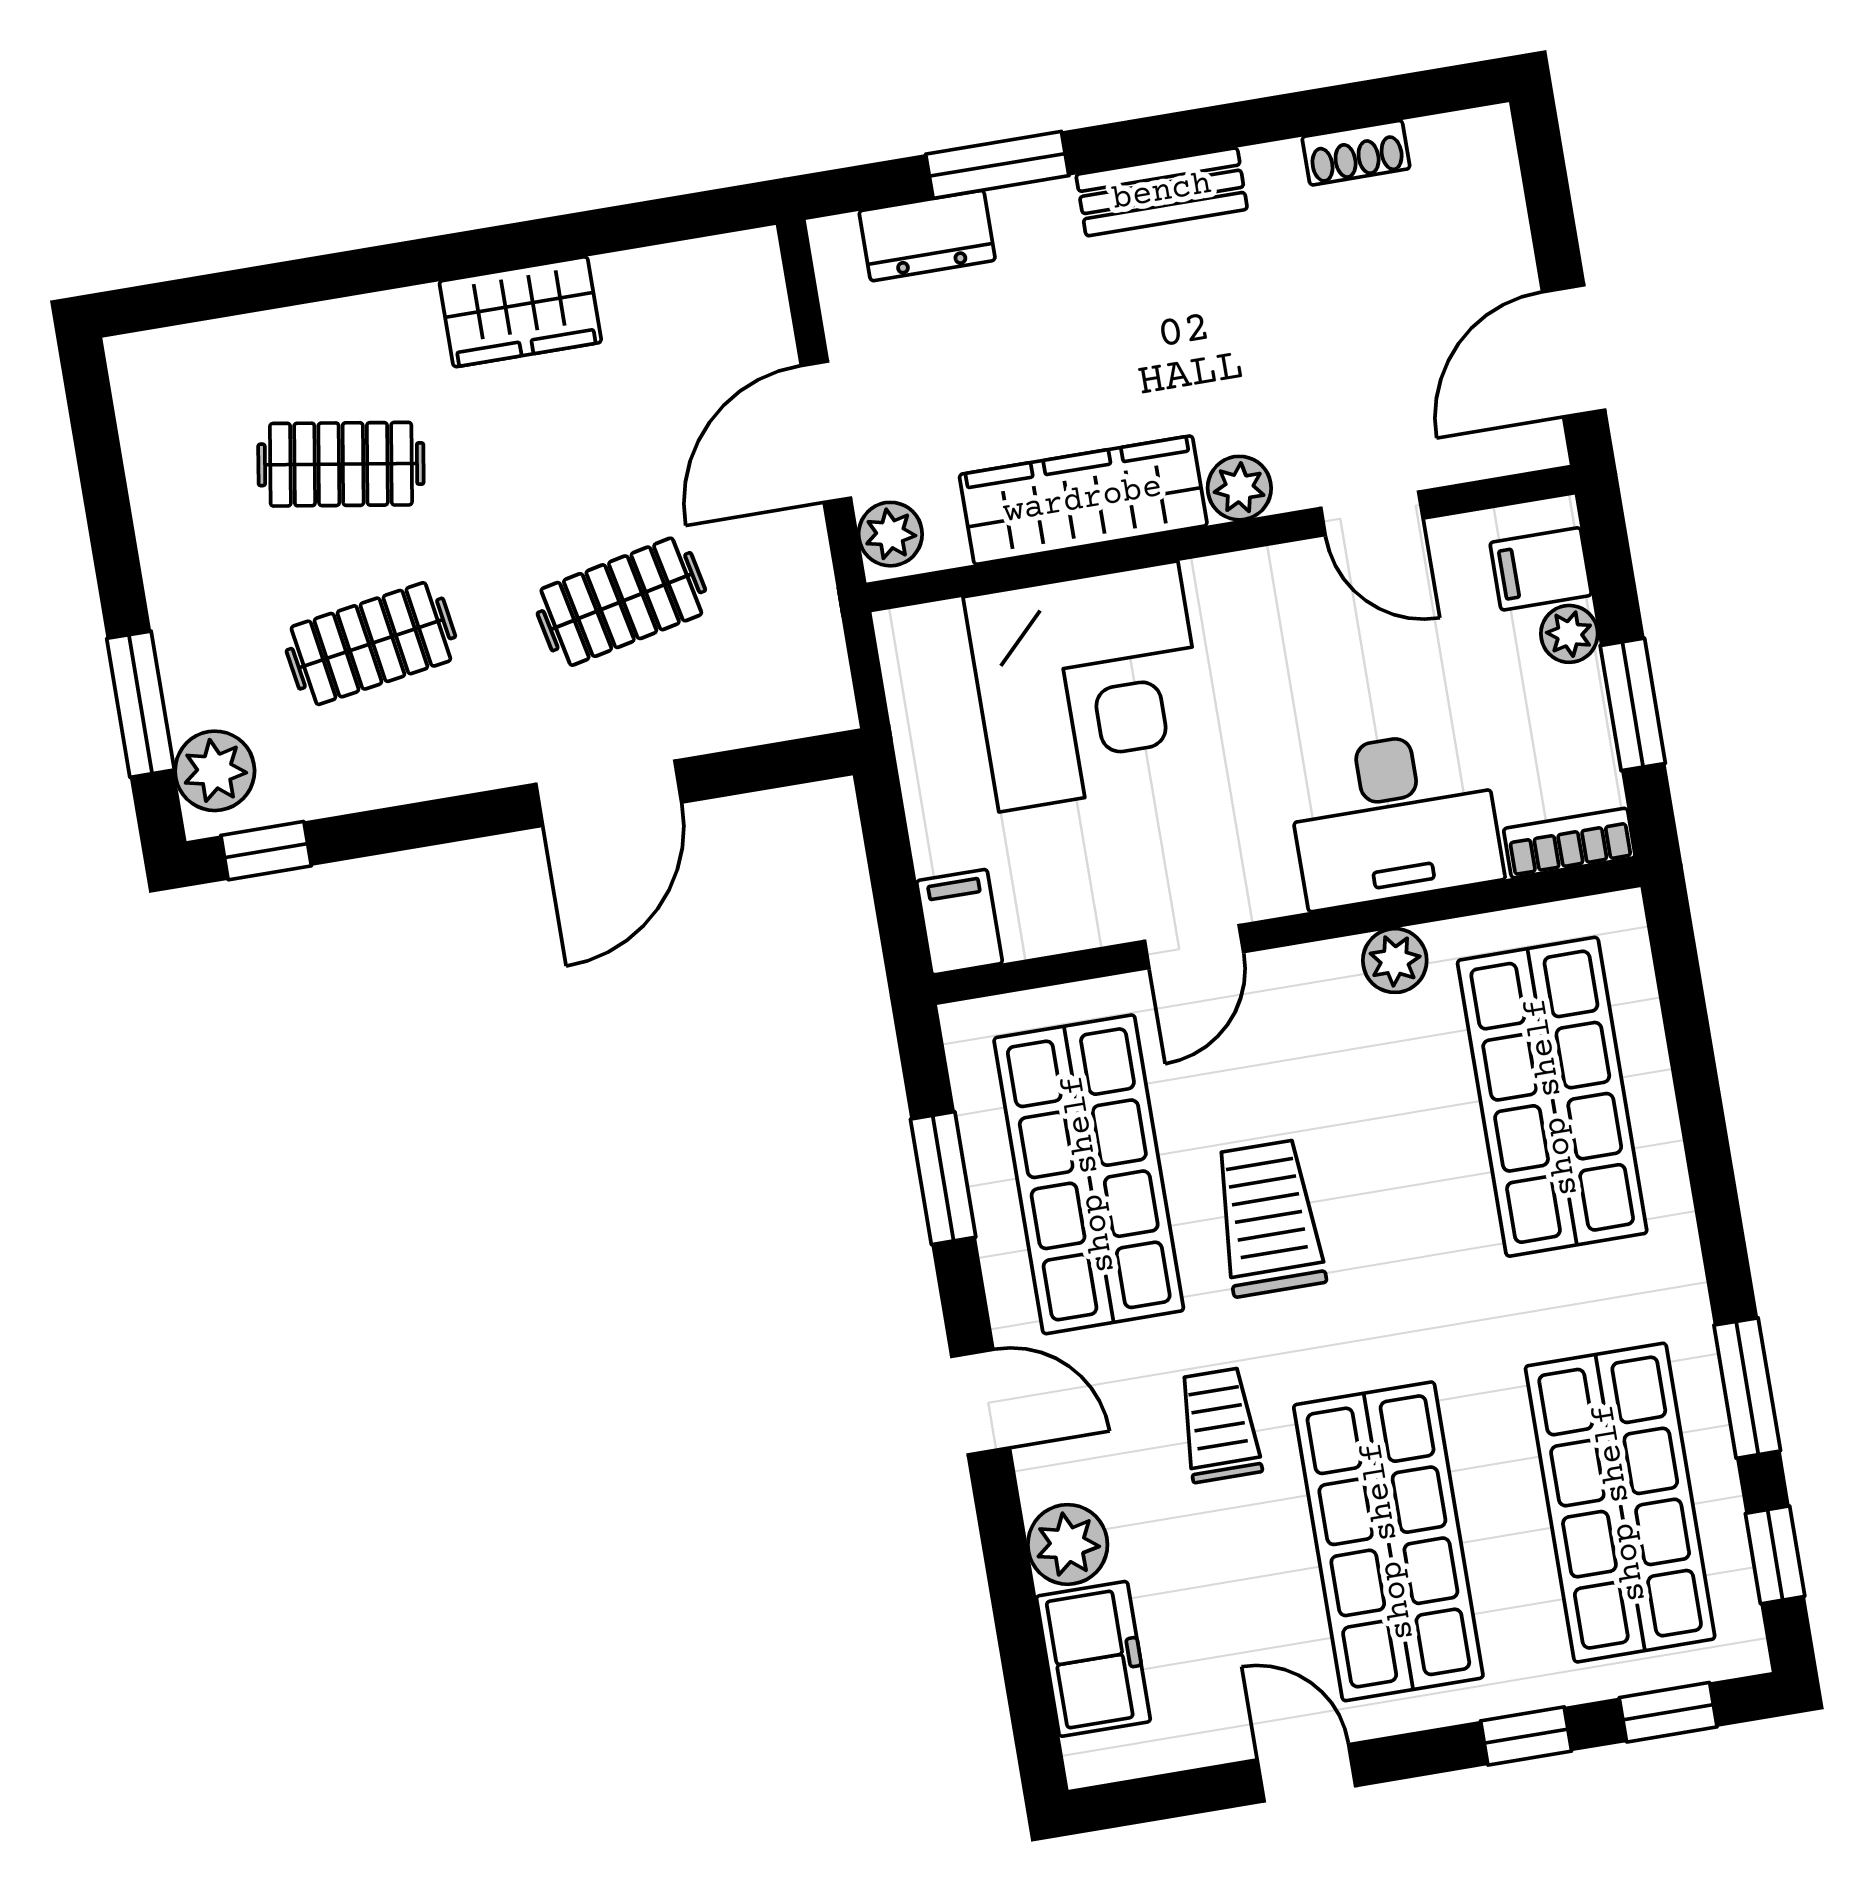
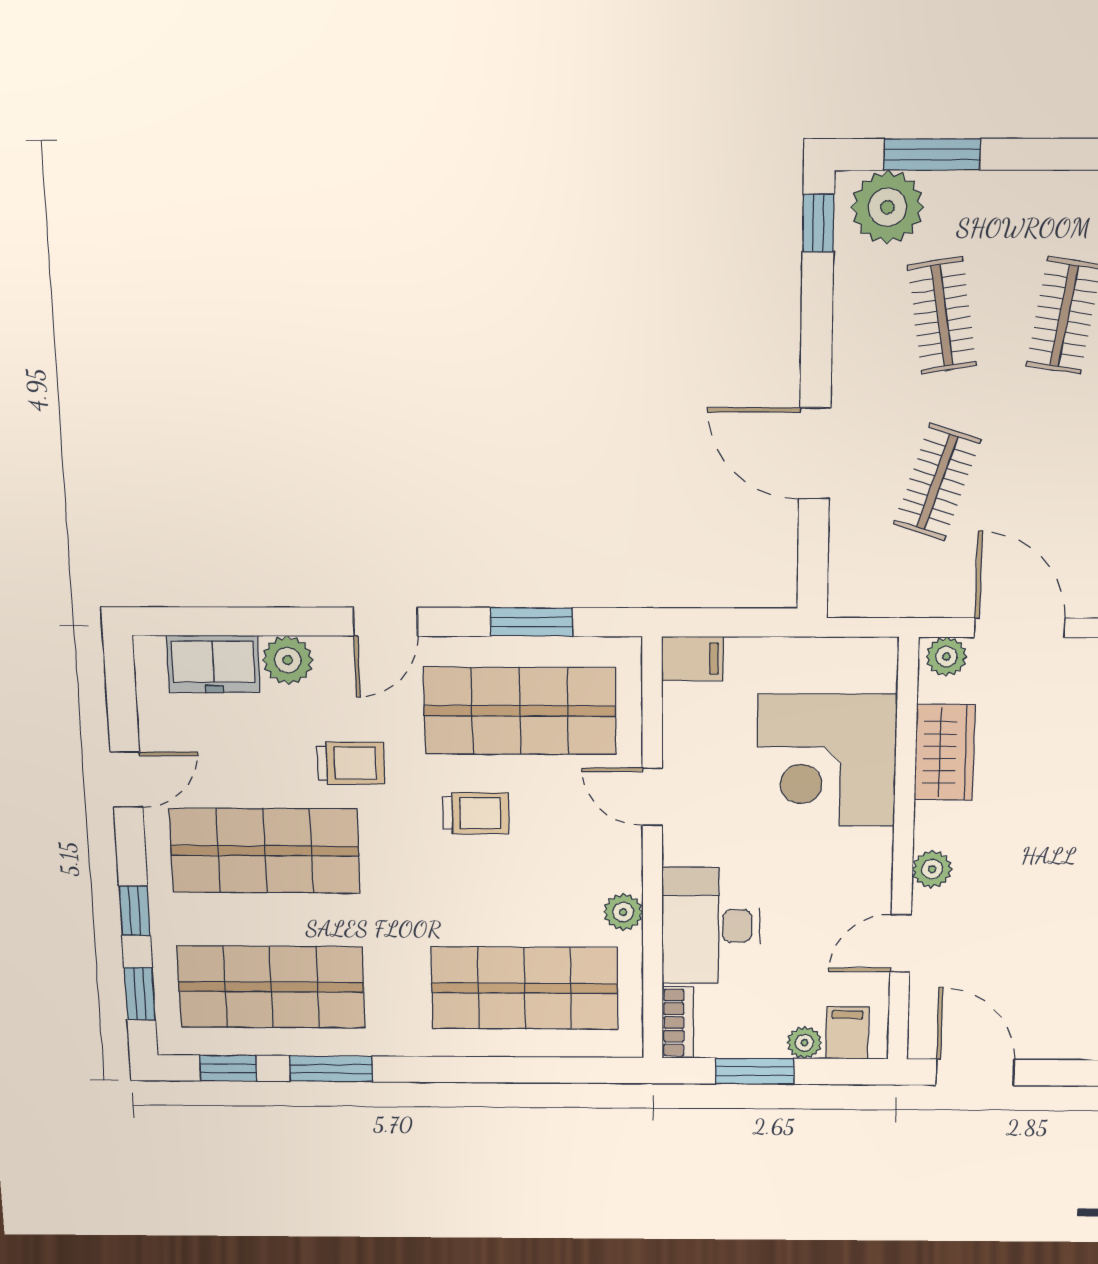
wardrobe: (1083, 500) -> (944, 752), width x0.67
clothes rail: (621, 602) -> (937, 482), turned 30
plant: (215, 771) -> (887, 207), width x1.36, depth x1.36
trolley: (1269, 1218) -> (476, 813), width x0.73, depth x0.72

